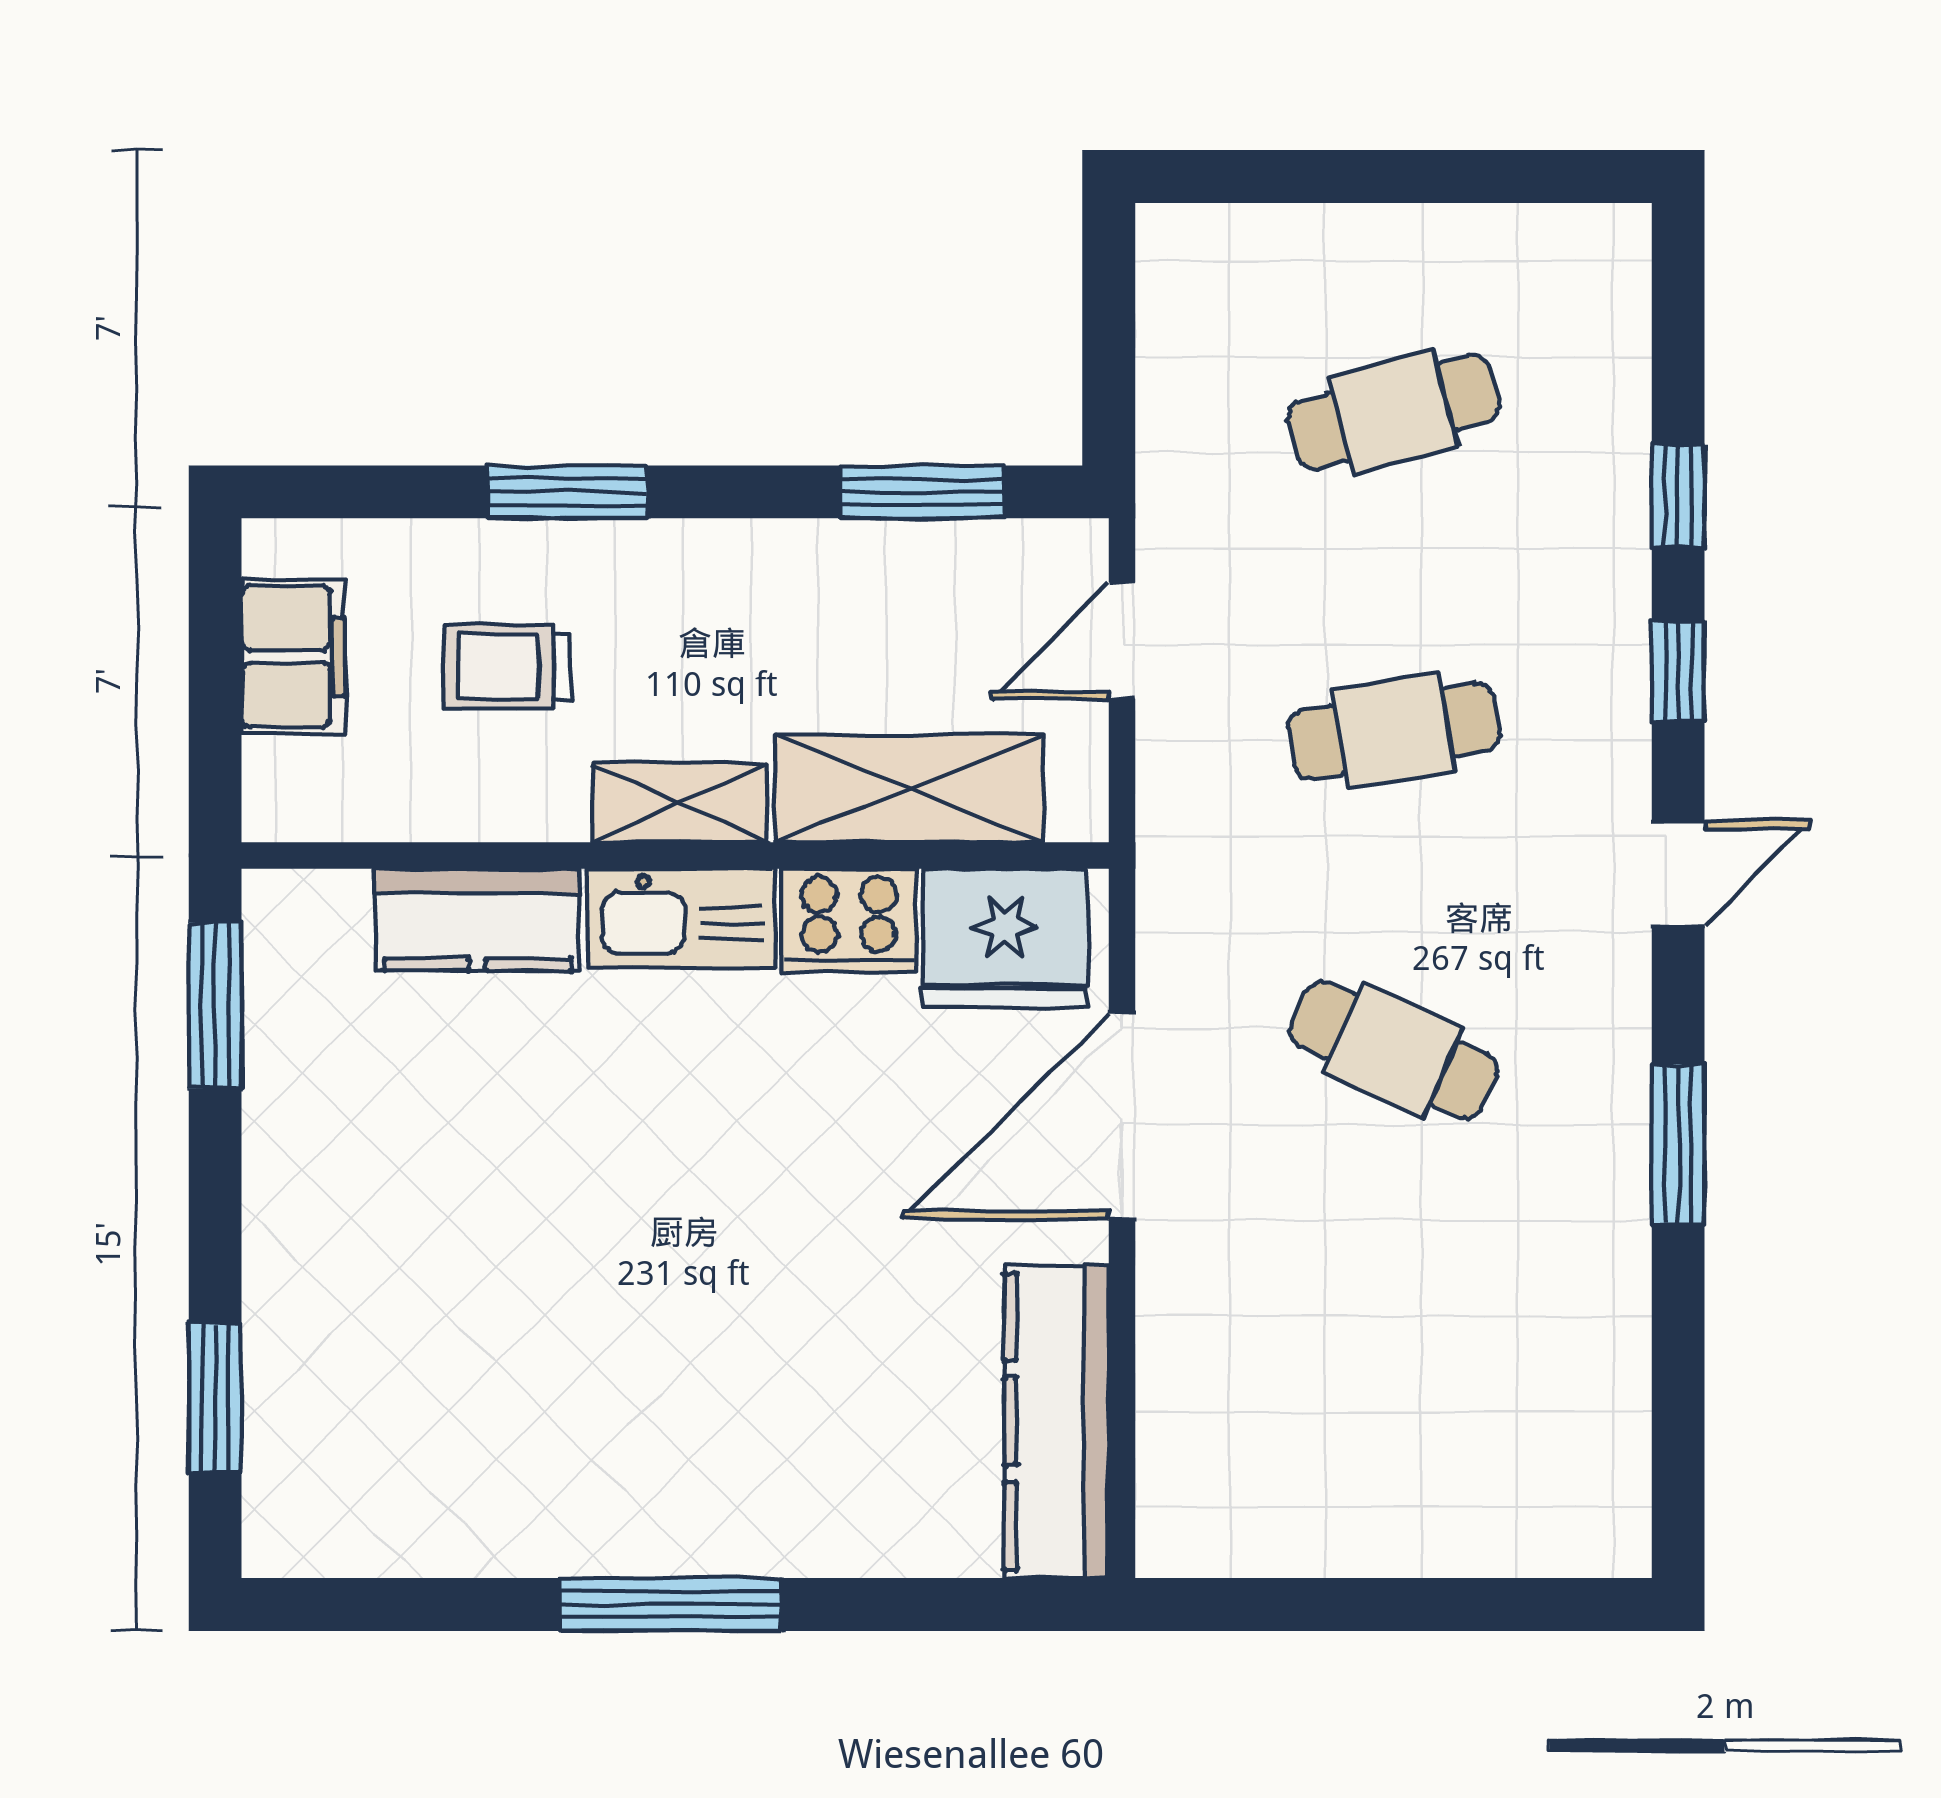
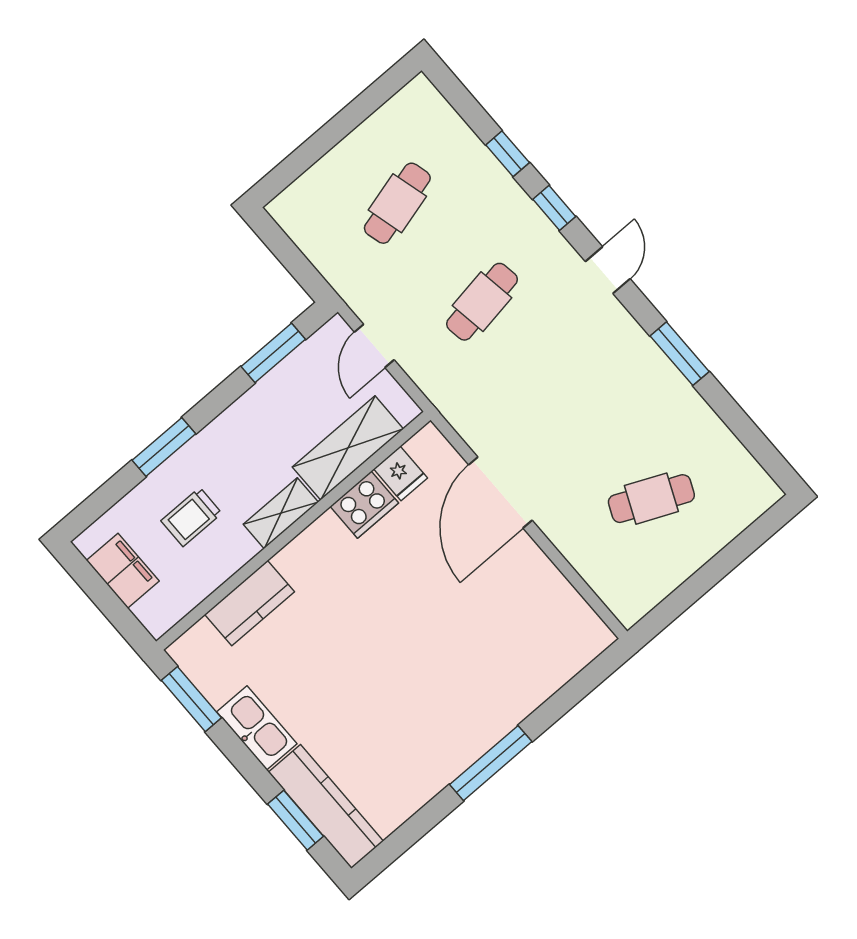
kitchen sink: (681, 918) -> (257, 728), moved, turned -90
fridge: (1005, 938) -> (401, 473), width x0.53, depth x0.75
cafe table: (1393, 1050) -> (651, 499), moved
kitchen counter: (1057, 1422) -> (326, 807), moved, turned 180

